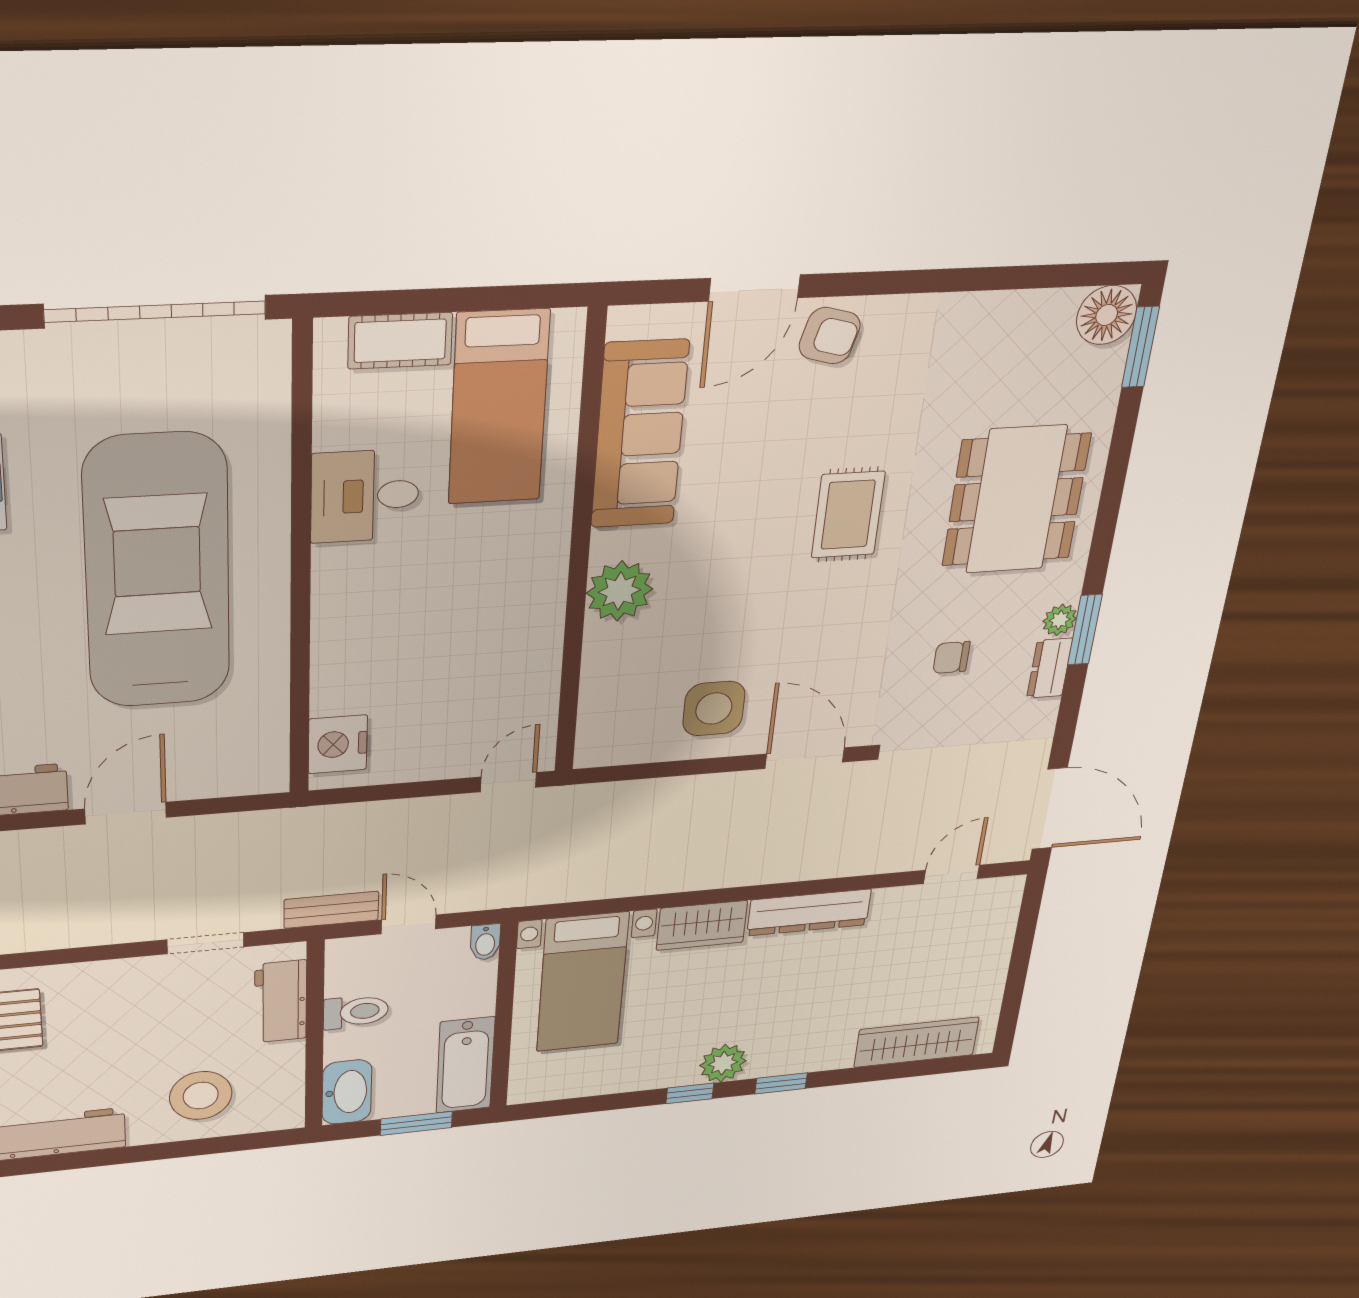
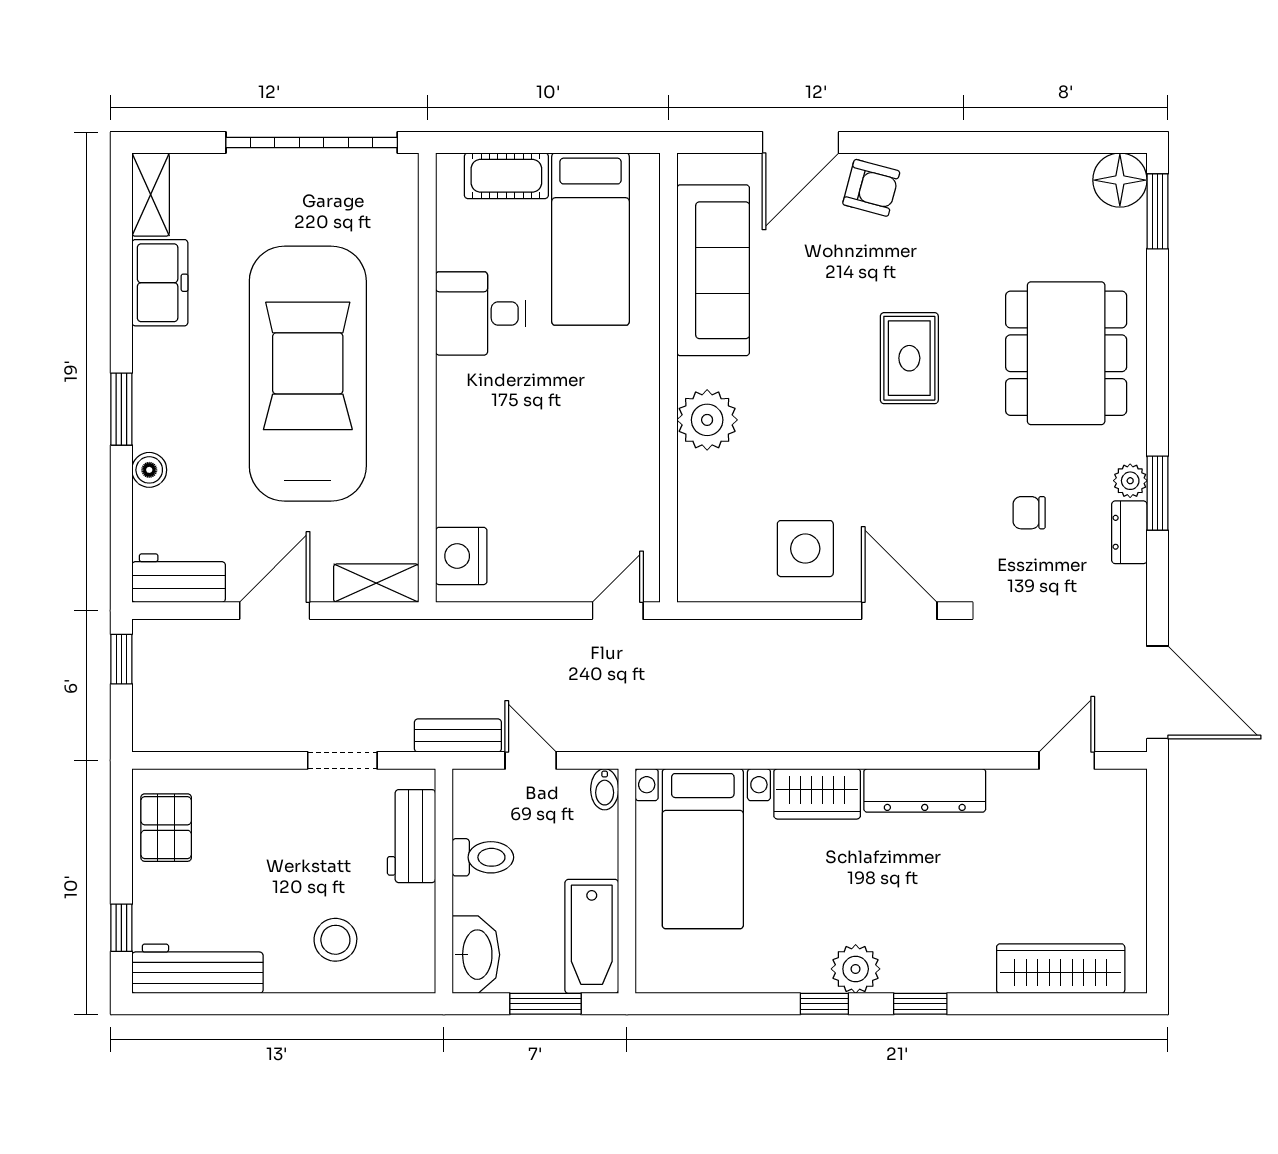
shelving: (241, 778) -> (376, 583), added
stool: (201, 1096) -> (335, 940), width x0.73, depth x0.73

